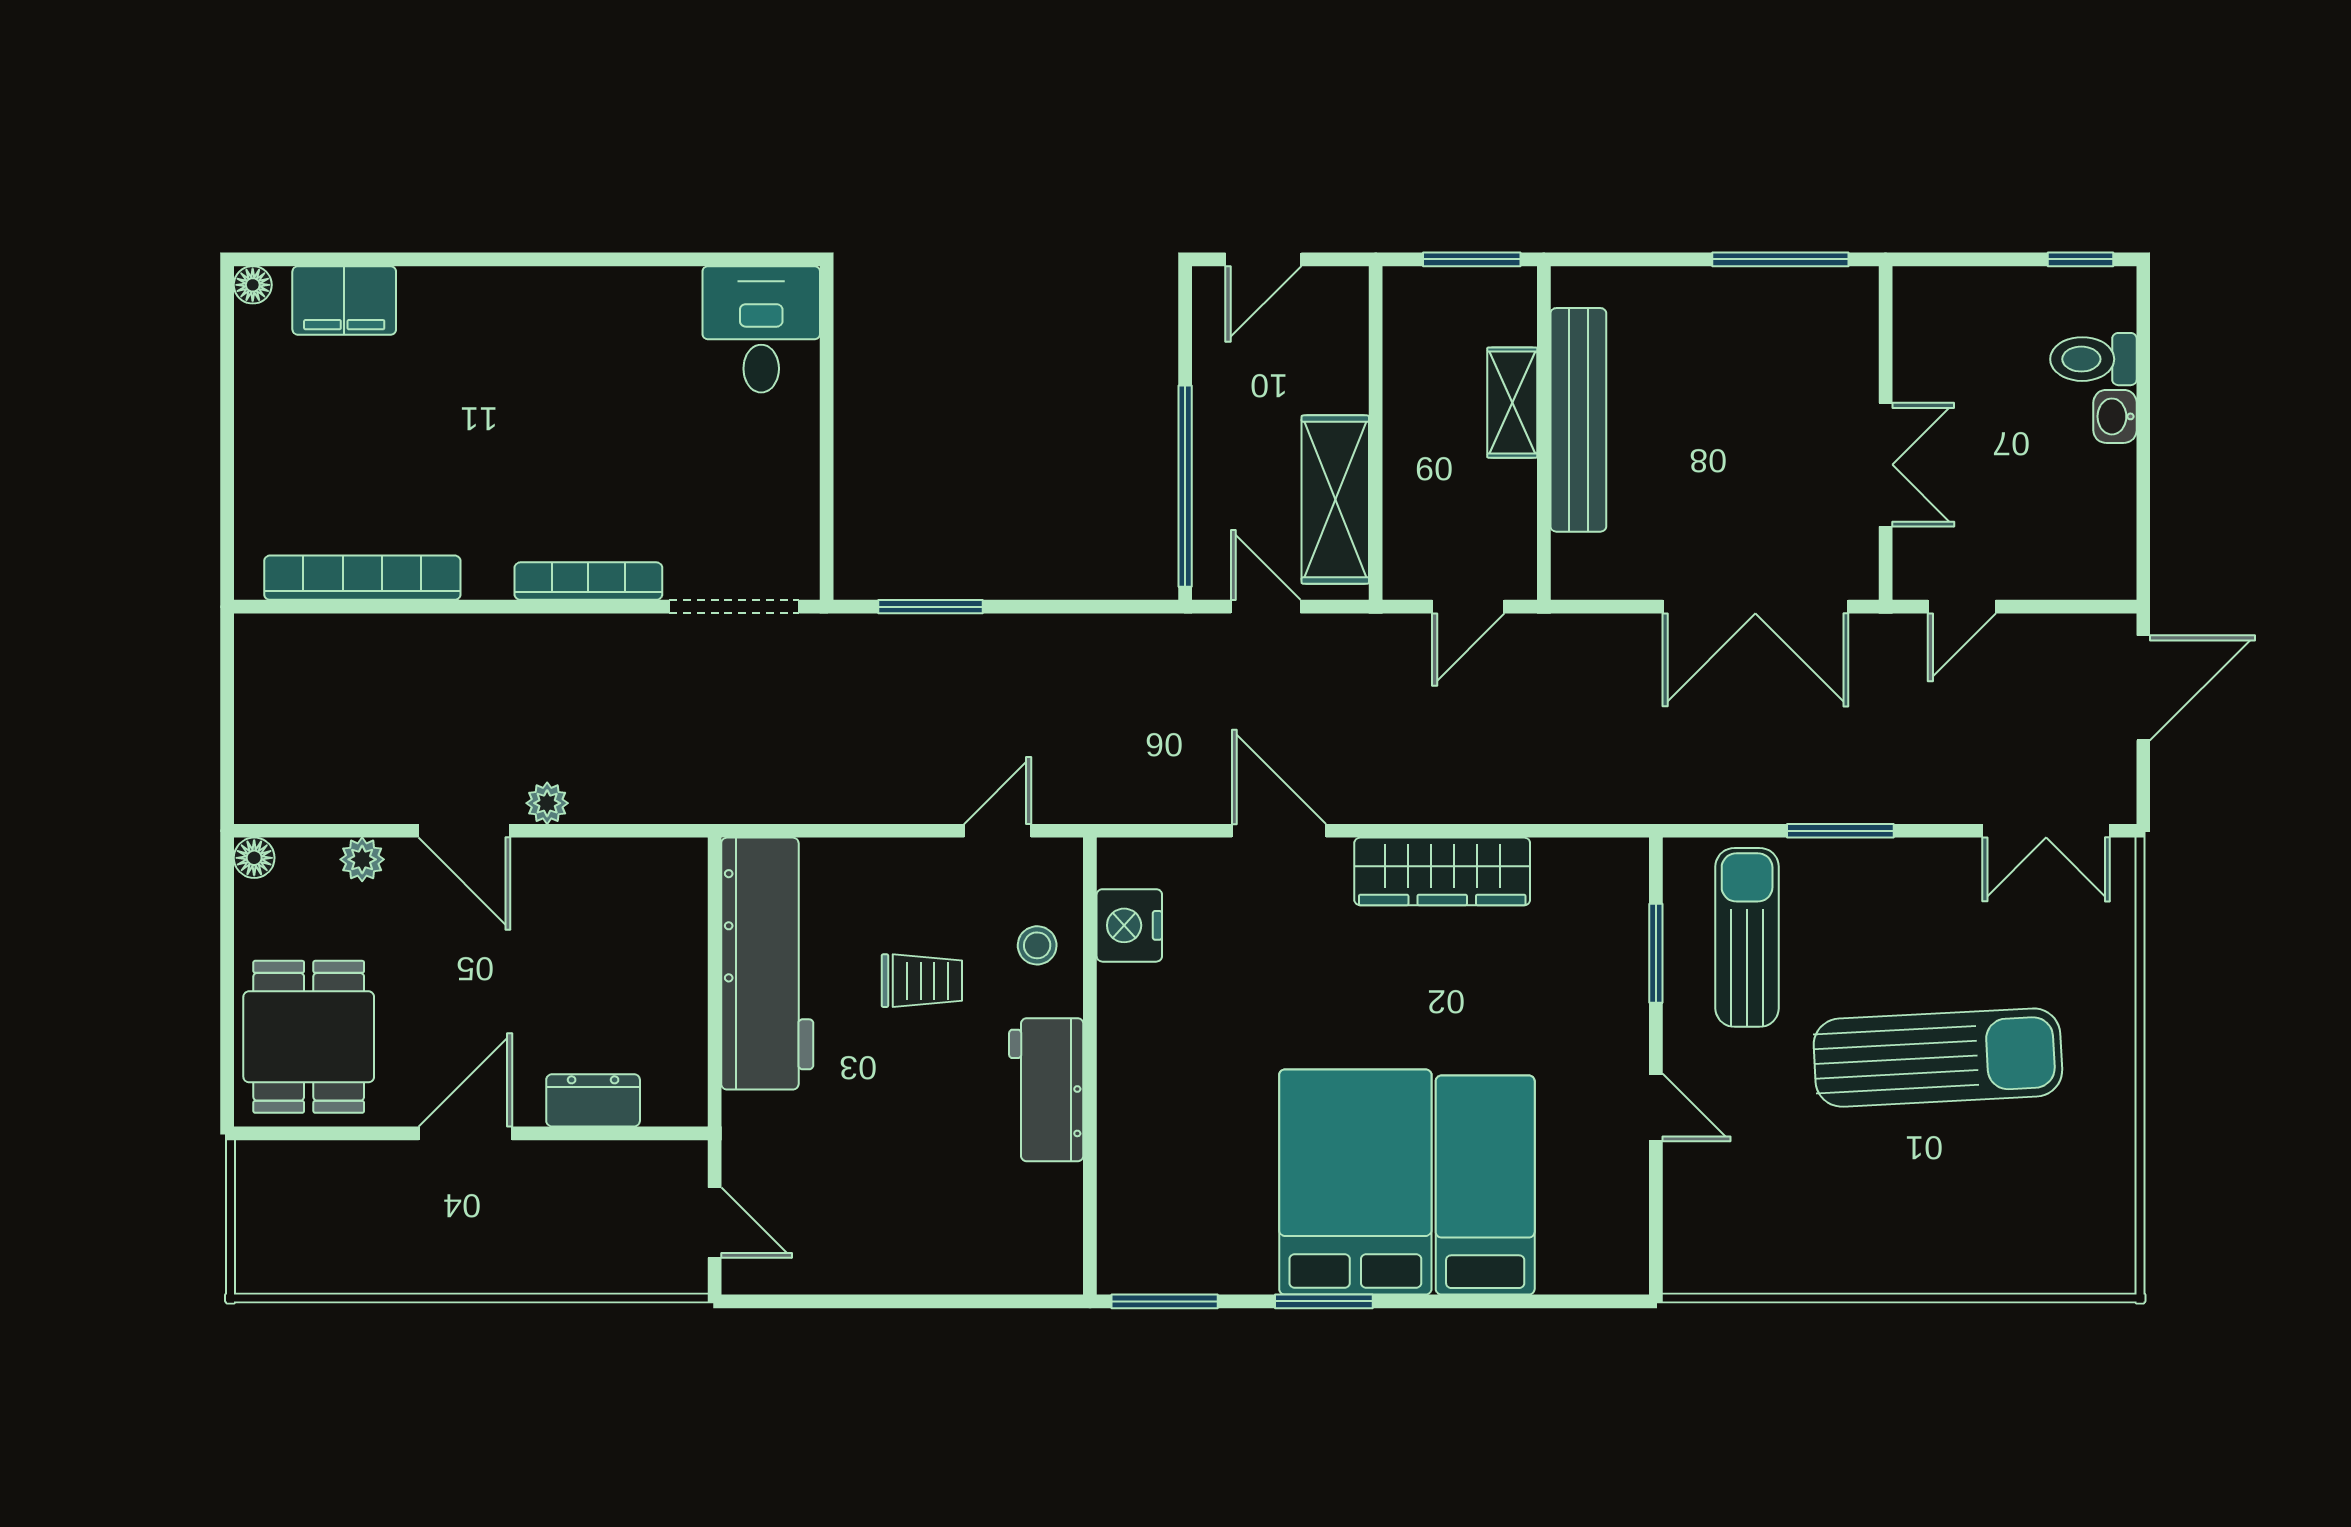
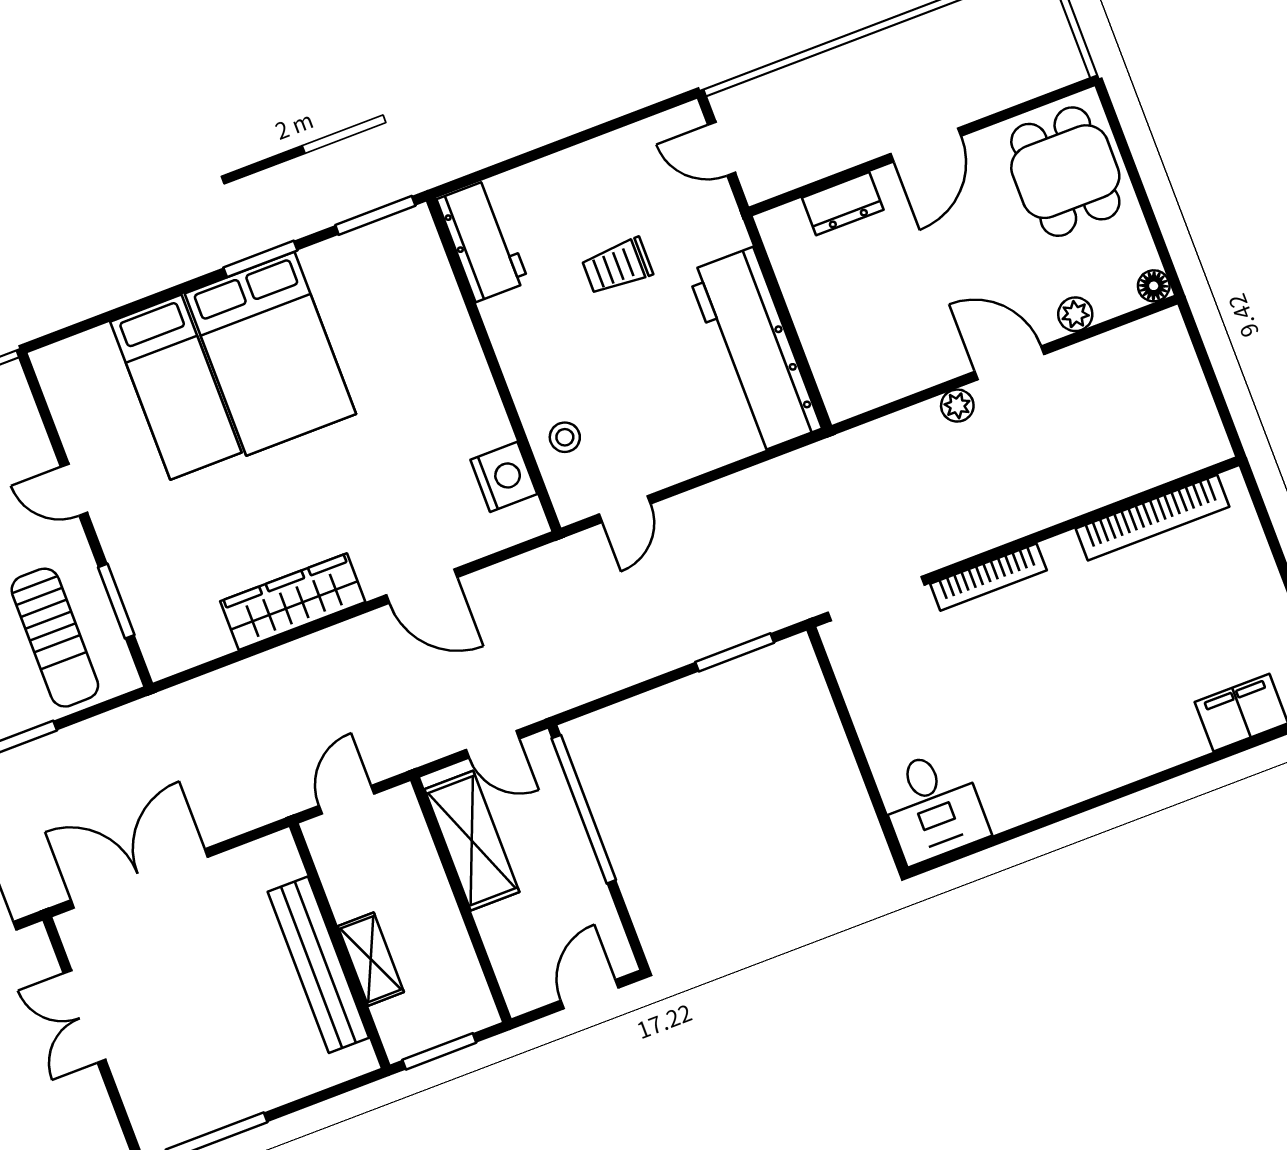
trolley: (922, 981) -> (617, 266), moved
workbench: (1046, 1090) -> (483, 241), moved

